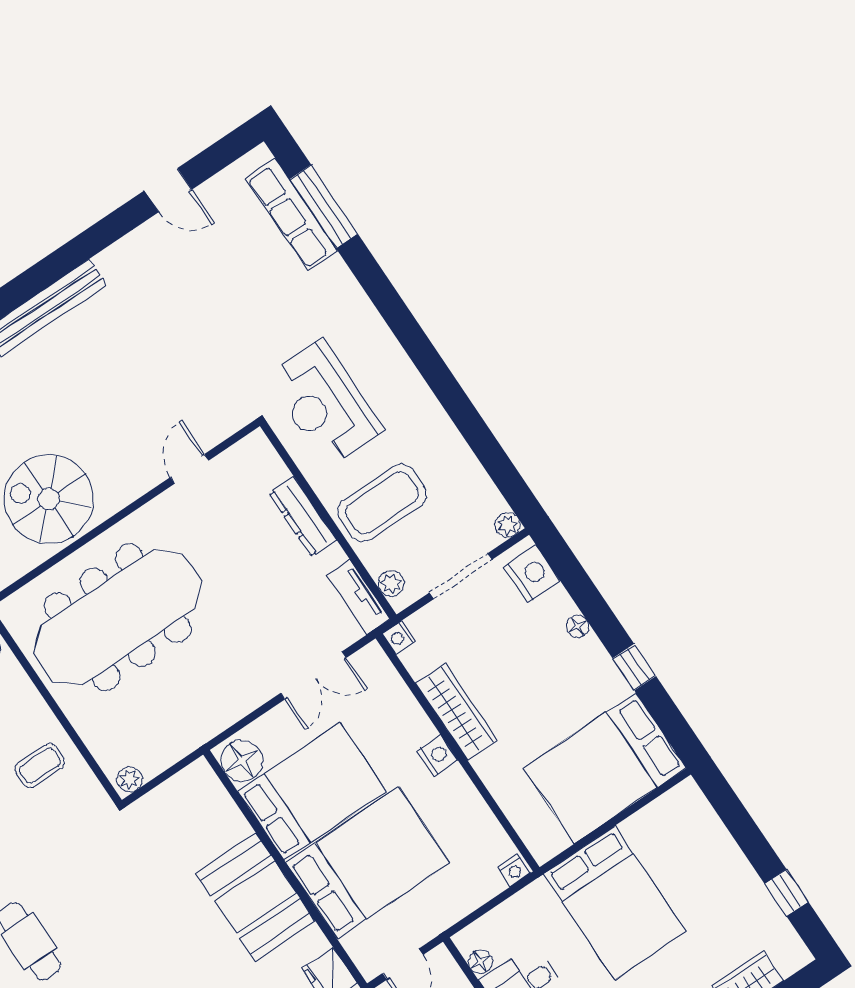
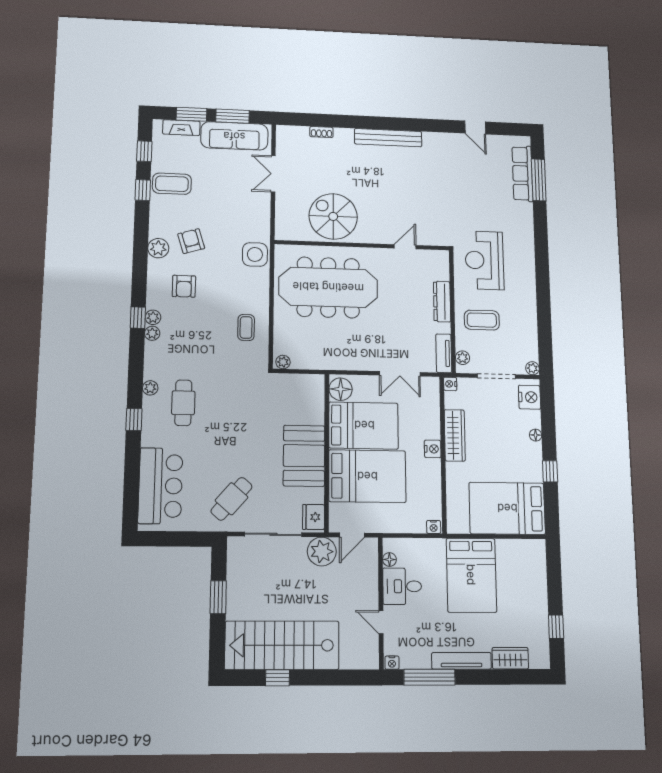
coffee table: (382, 503) -> (482, 320), width x0.73, depth x0.76
coffee table: (40, 766) -> (246, 327), turned 90

